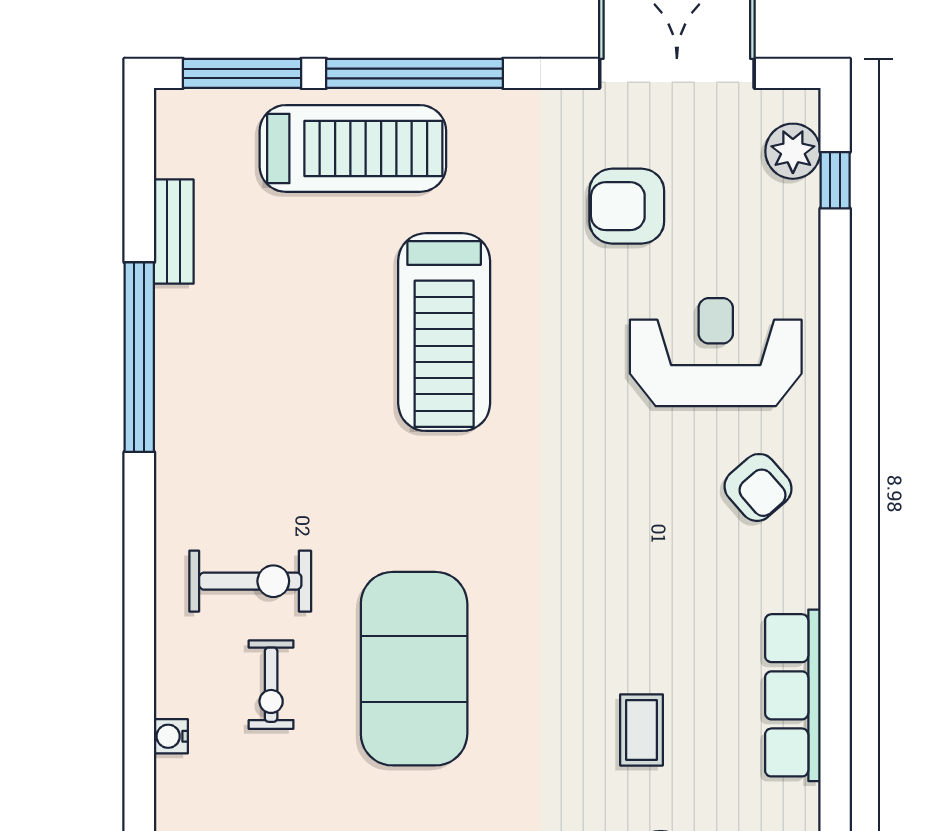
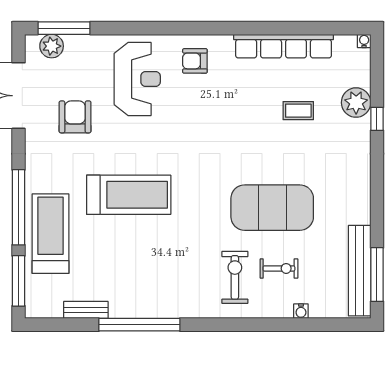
window: (835, 180) -> (64, 28), width x2.17
armchair: (627, 206) -> (75, 117), turned 180
reception desk: (716, 352) -> (137, 79), turned 180
armchair: (758, 487) -> (195, 61), turned -139
row of seats: (793, 695) -> (284, 46), width x1.36

